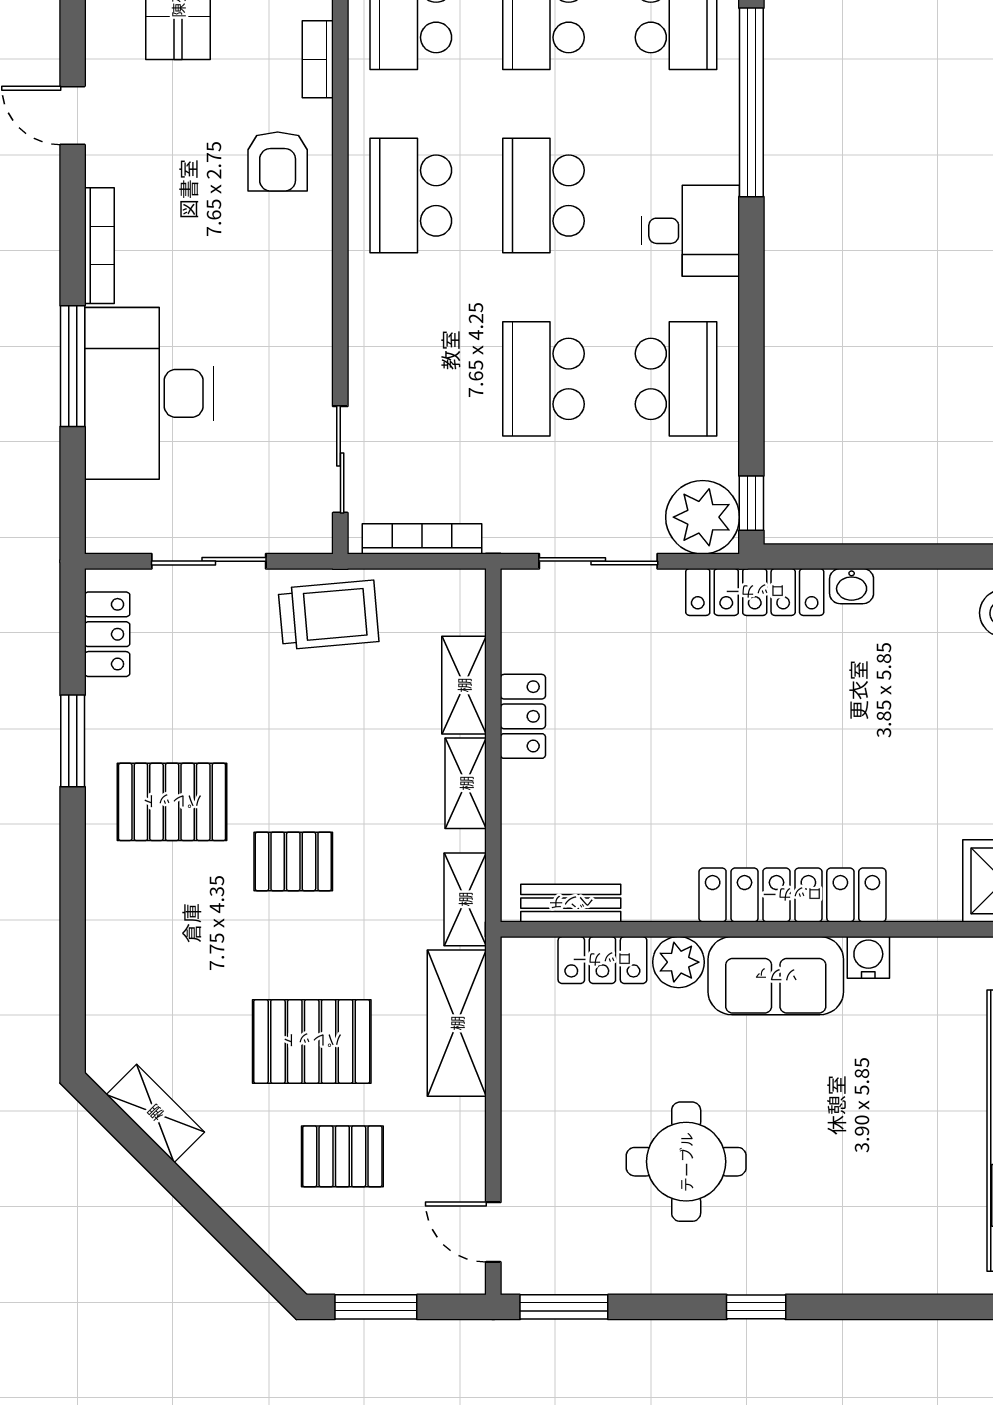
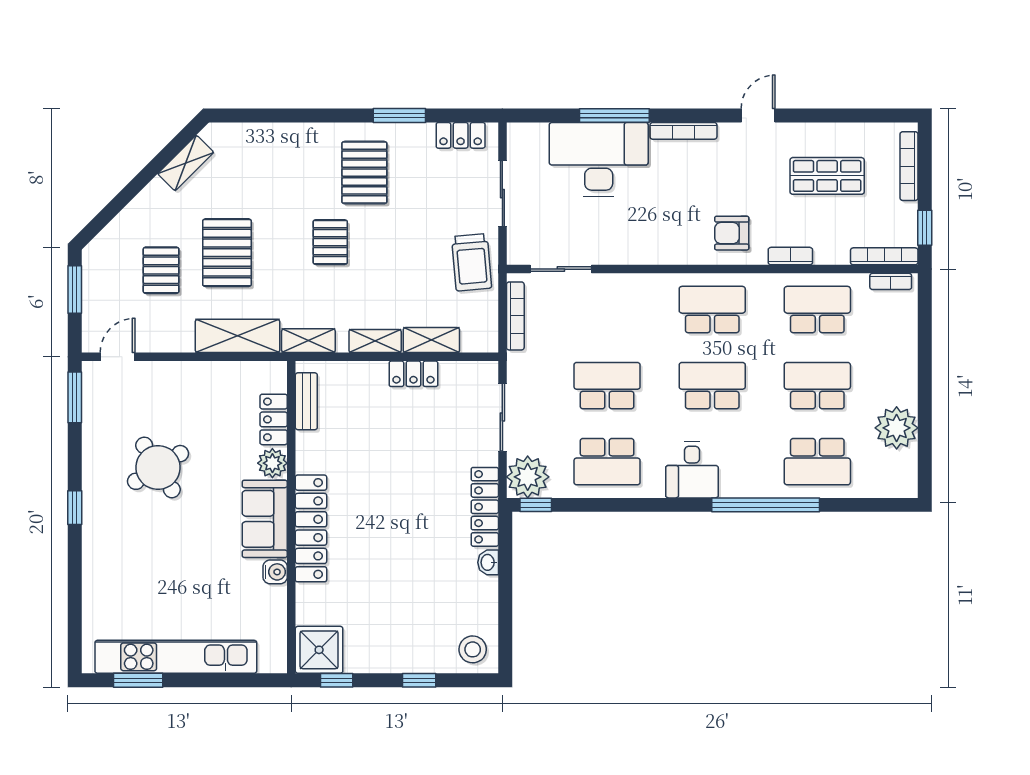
round table: (686, 1162) -> (158, 467), turned -32

